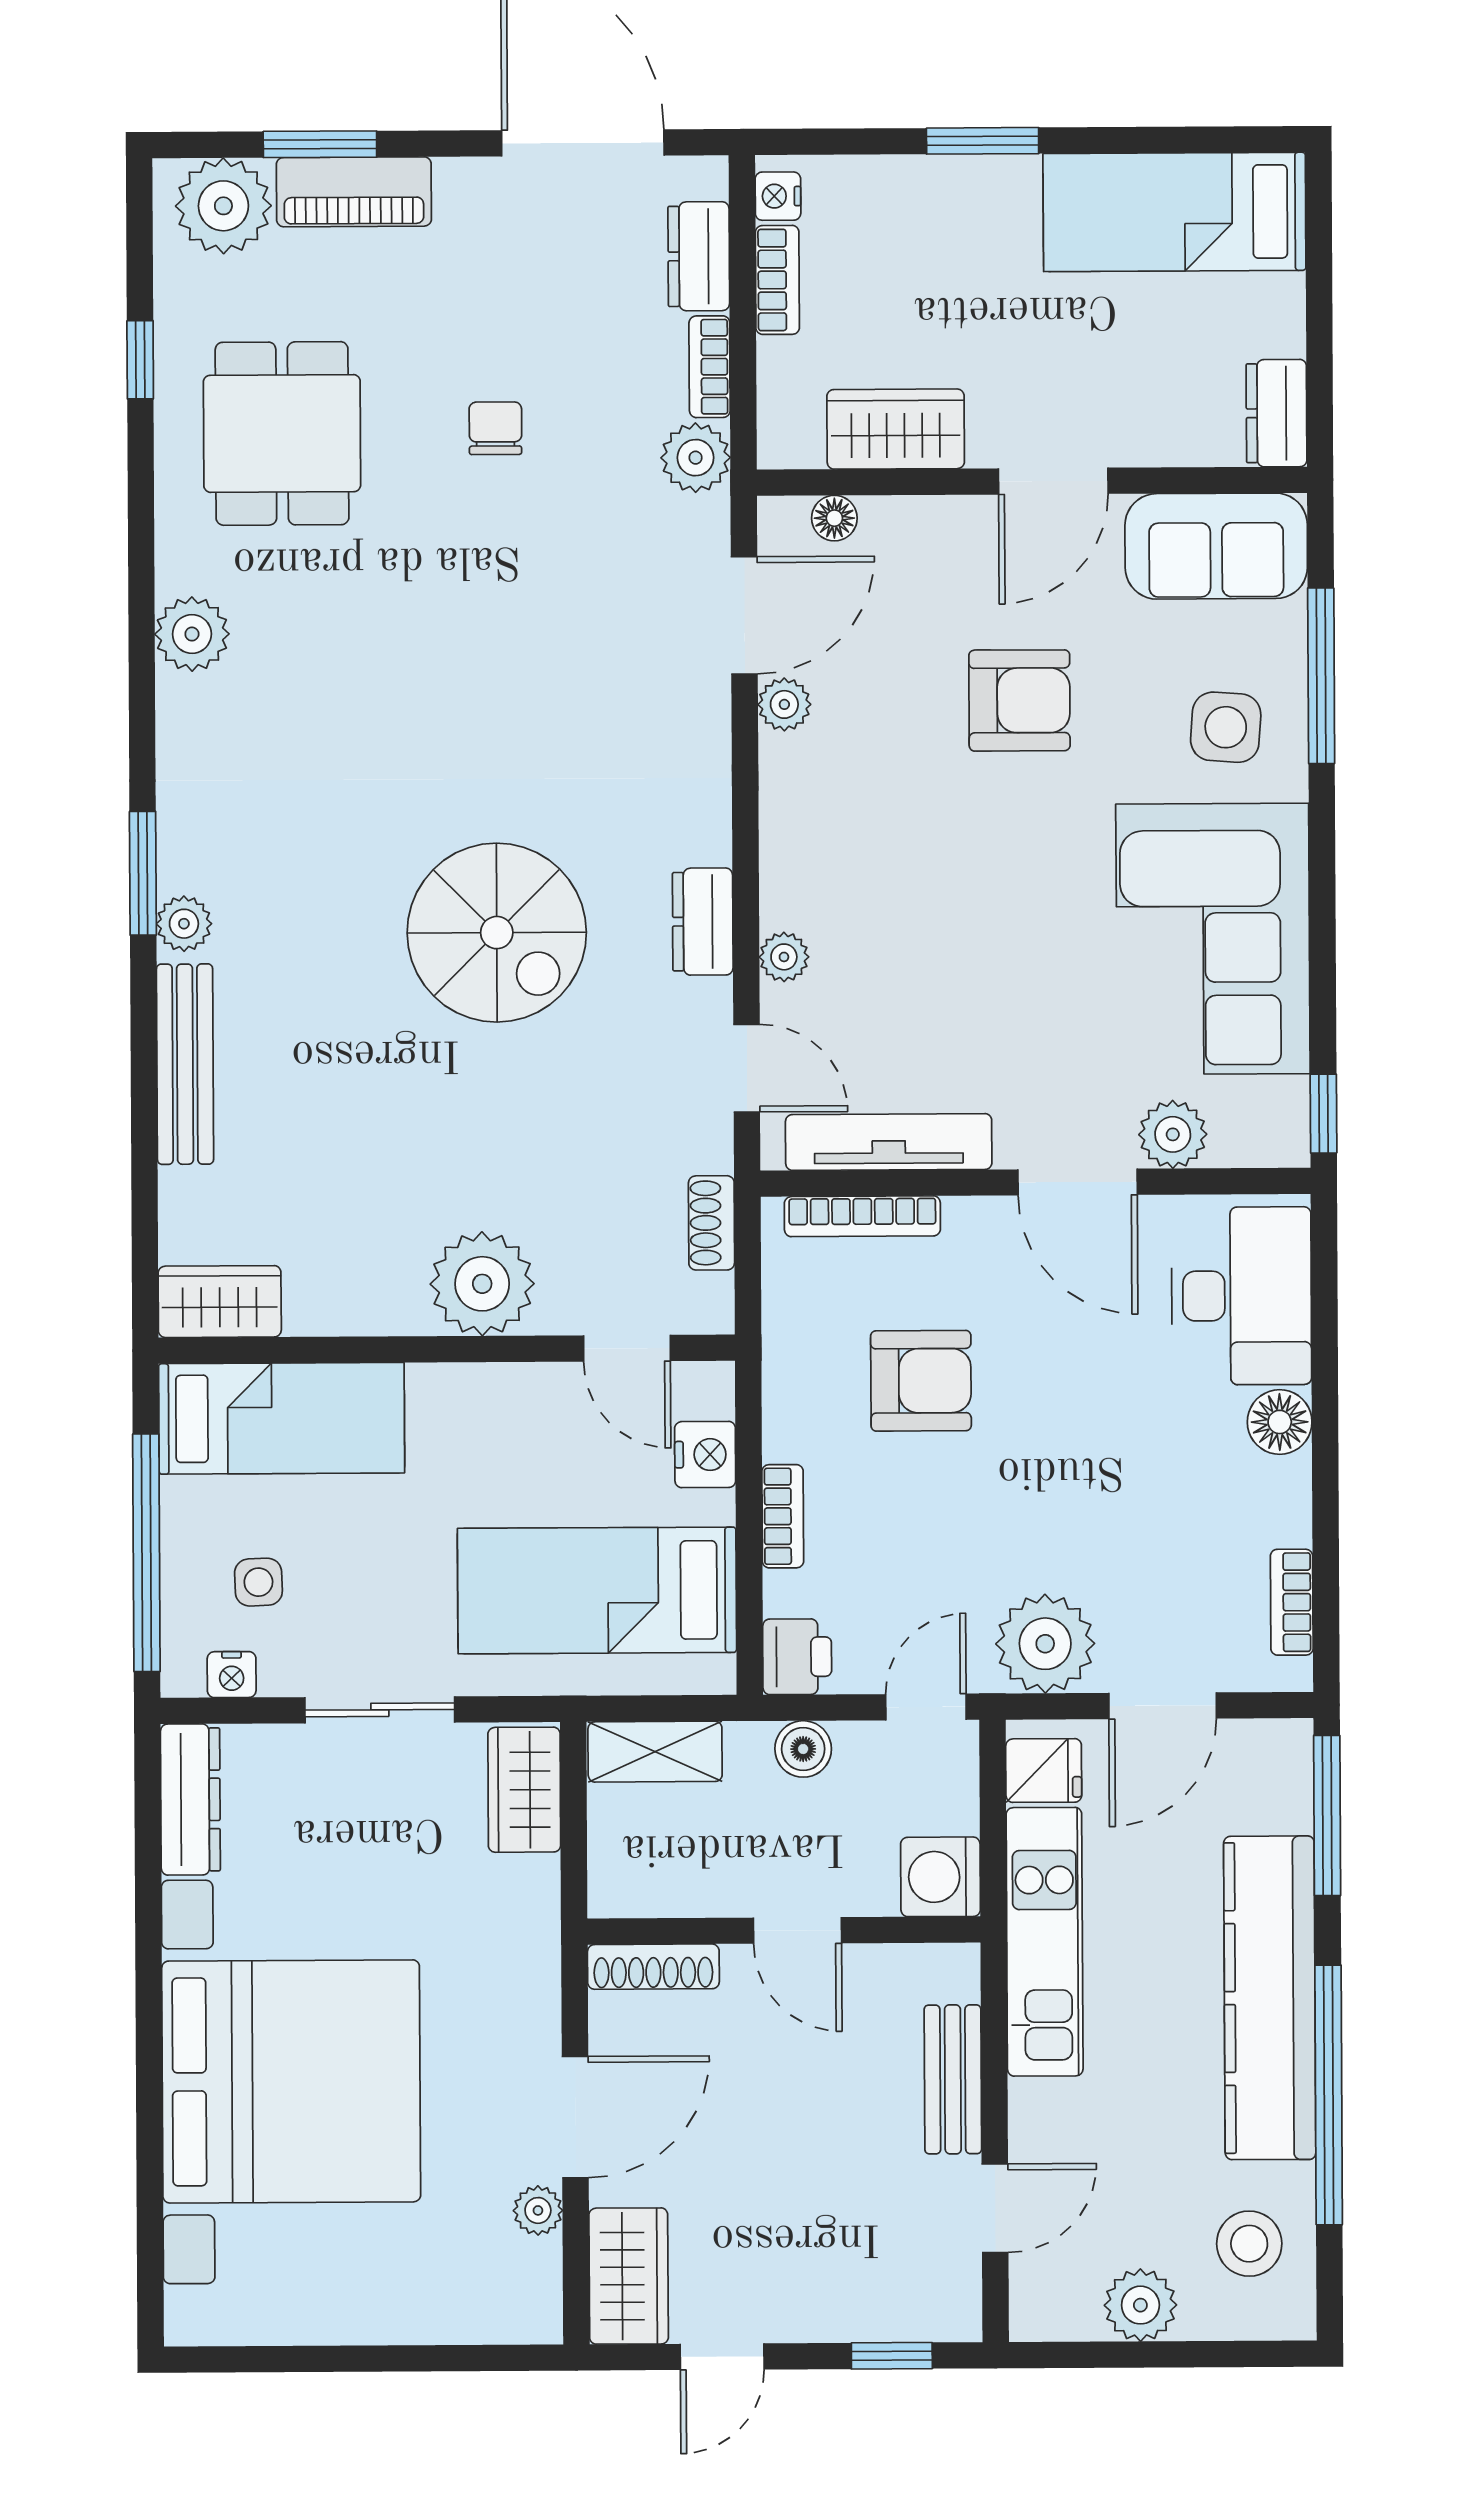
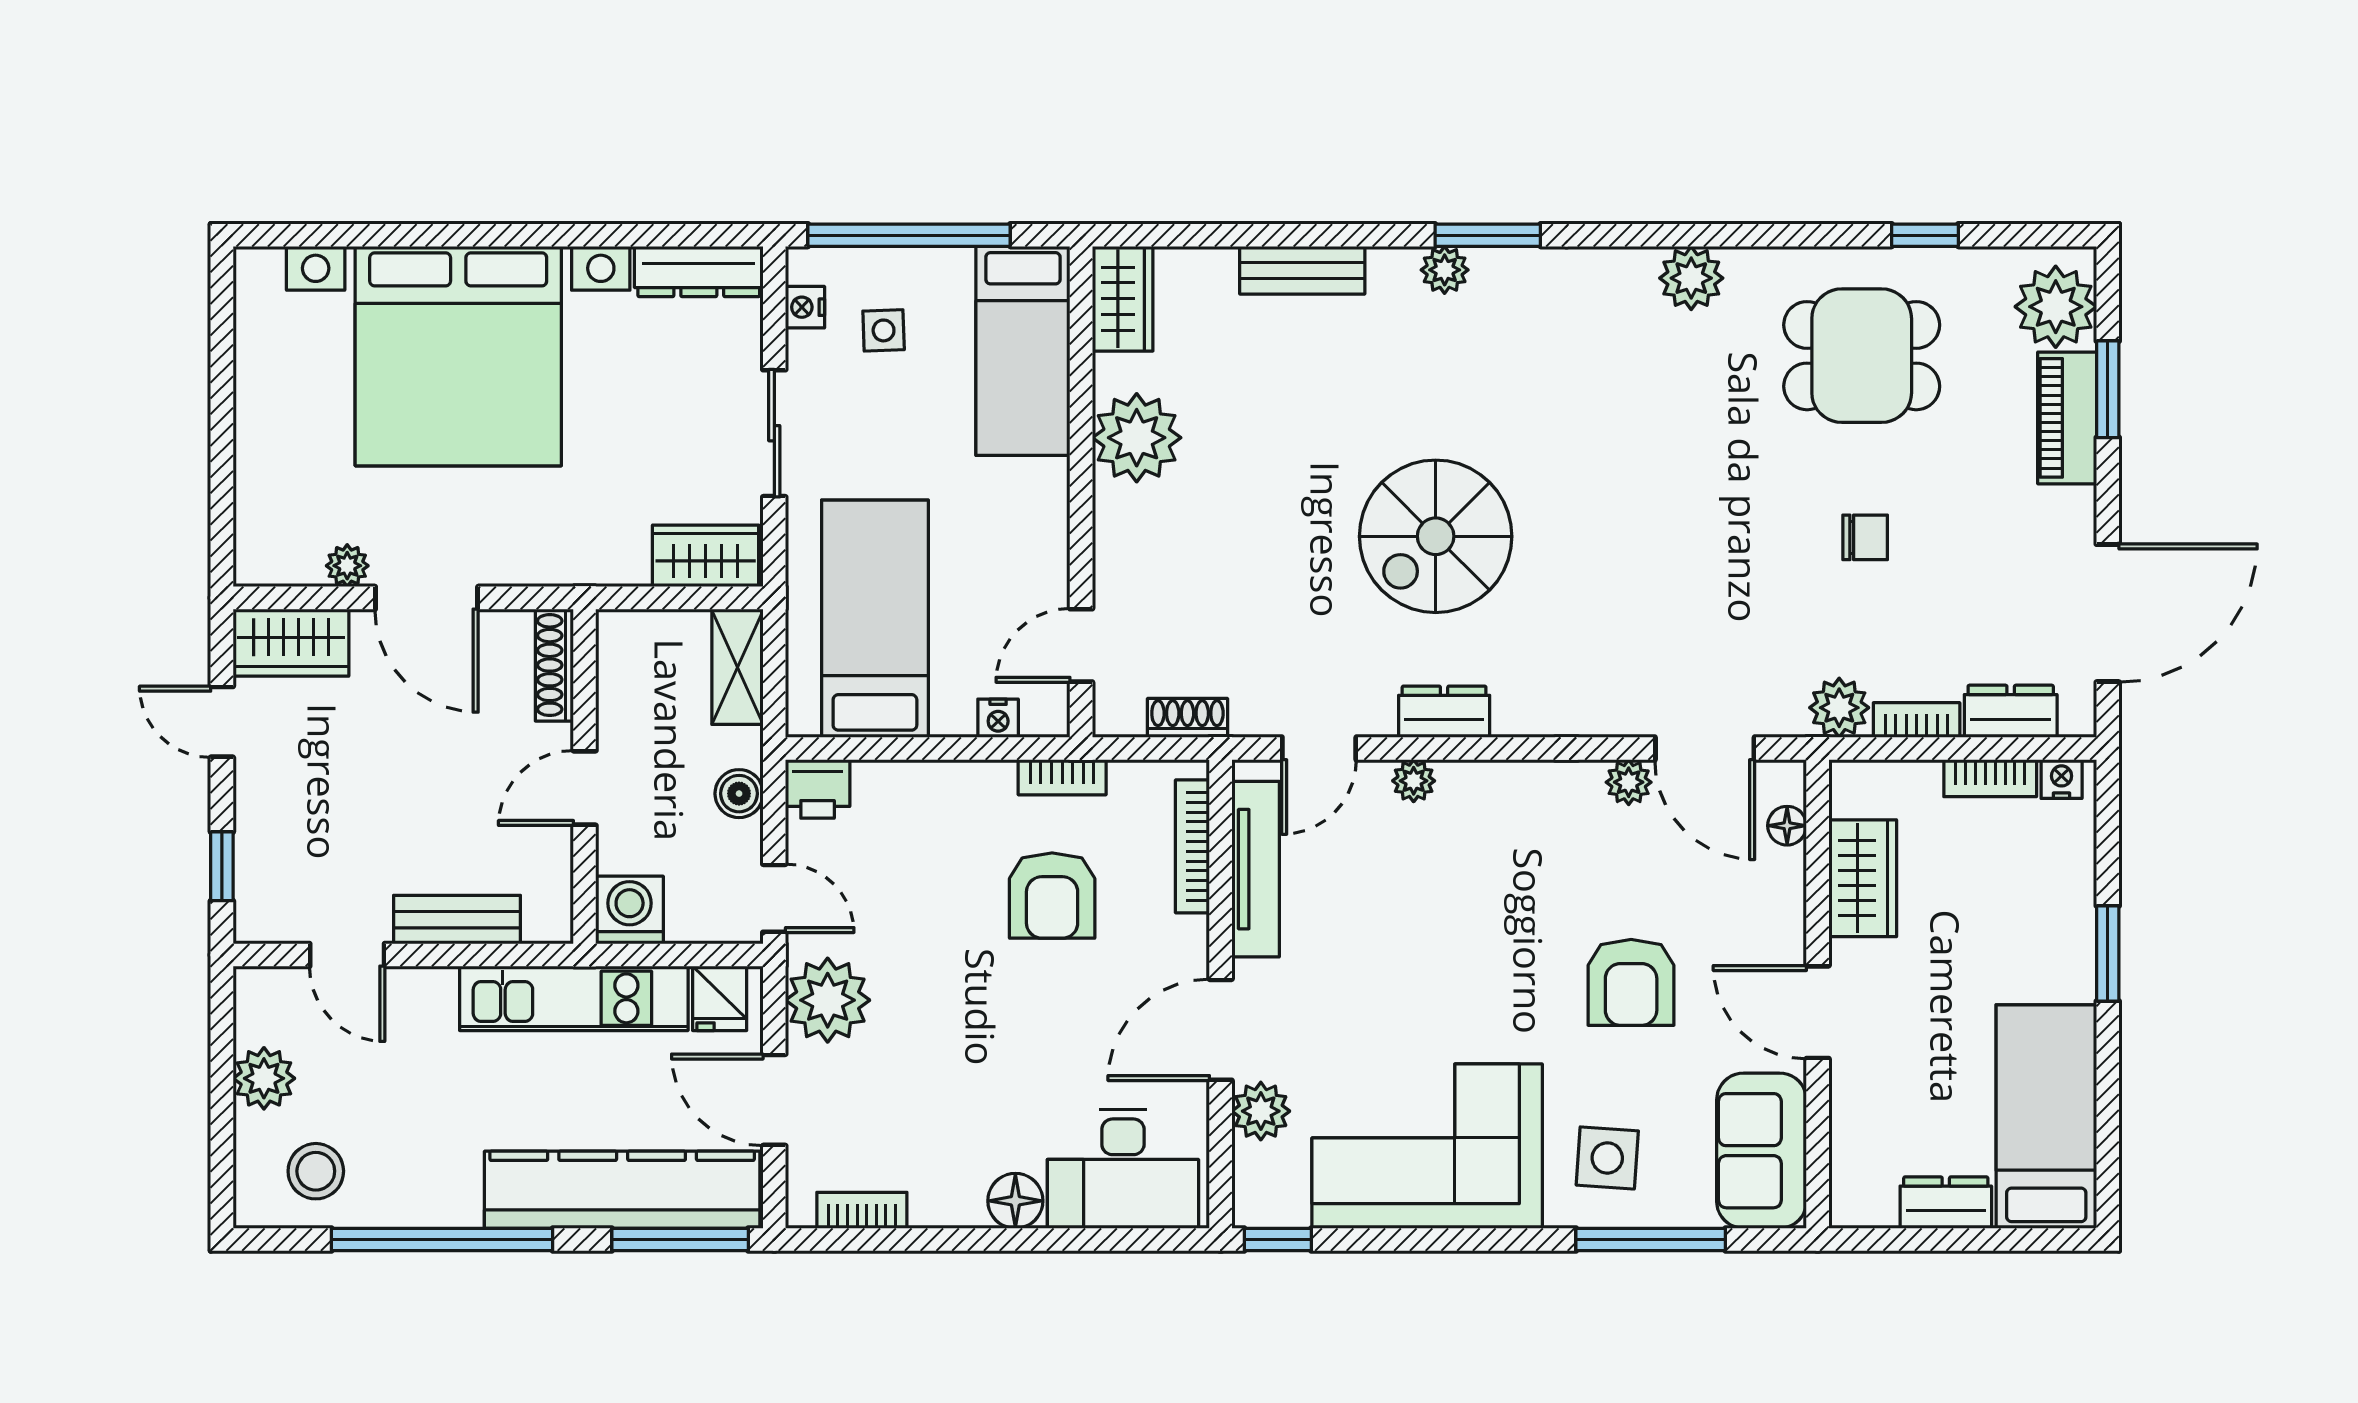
dresser: (1276, 413) -> (1946, 1203), moved
bench: (185, 1064) -> (1302, 270), width x0.73
plant: (482, 1284) -> (1137, 438), moved
nightstand: (705, 1455) -> (998, 718), width x0.72, depth x0.74
bookcase: (783, 1516) -> (1062, 777), moved
kitchen counter: (1270, 1998) -> (622, 1190), moved

